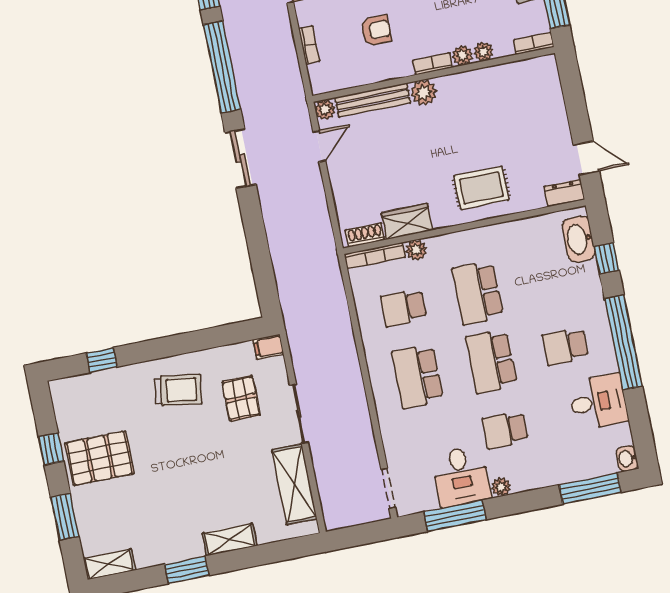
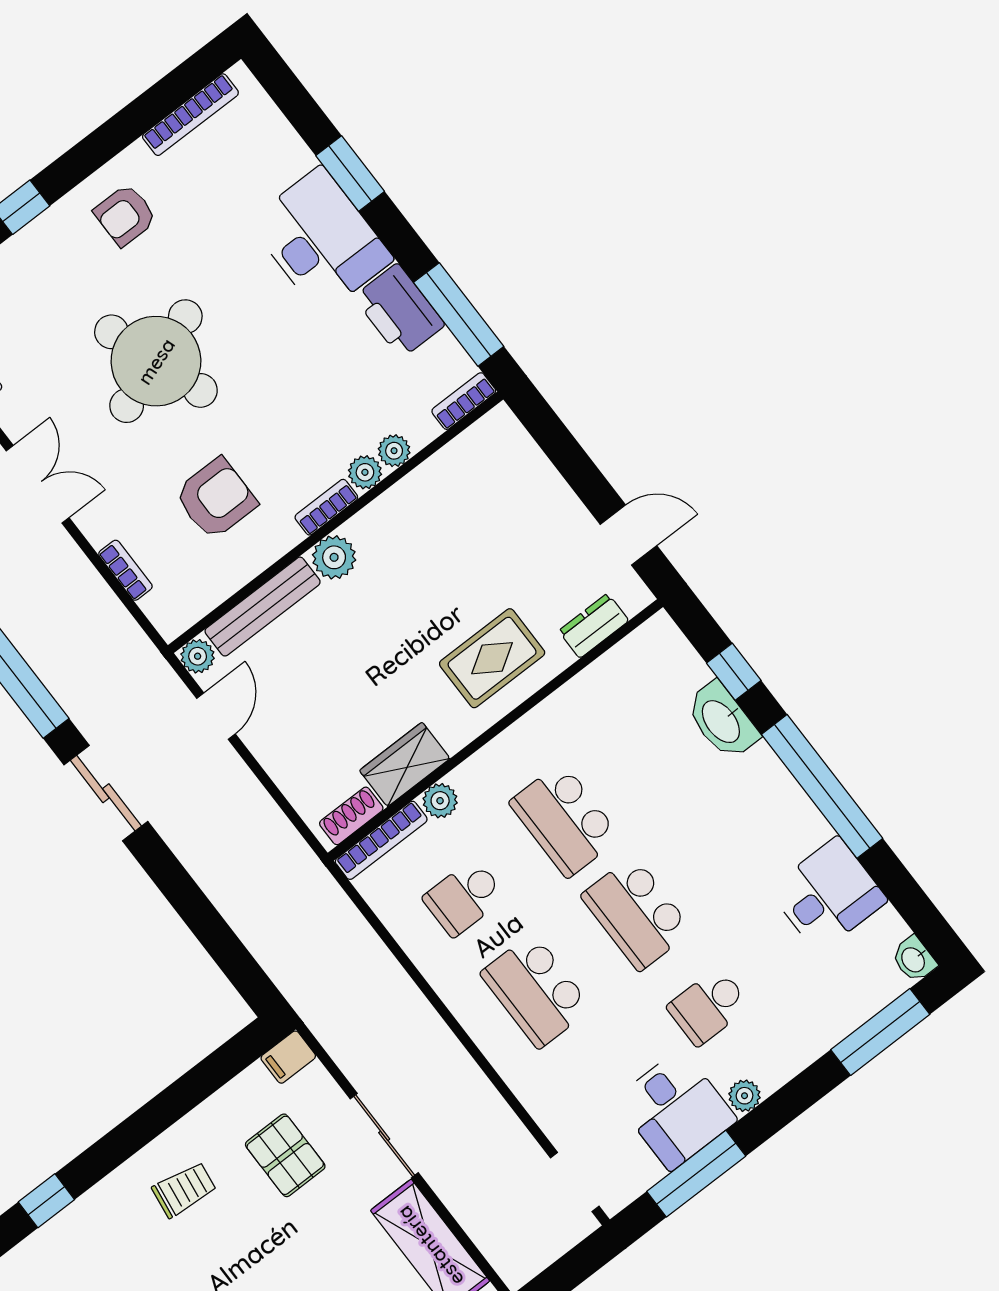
armchair: (376, 30) -> (216, 499), width x1.38, depth x1.38
dresser: (564, 193) -> (594, 626), moved
washbasin: (579, 239) -> (722, 721), moved
school desk: (565, 346) -> (737, 836), removed
trolley: (178, 390) -> (184, 1190), width x0.73, depth x0.72

